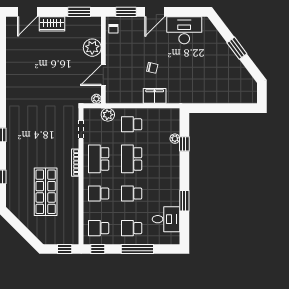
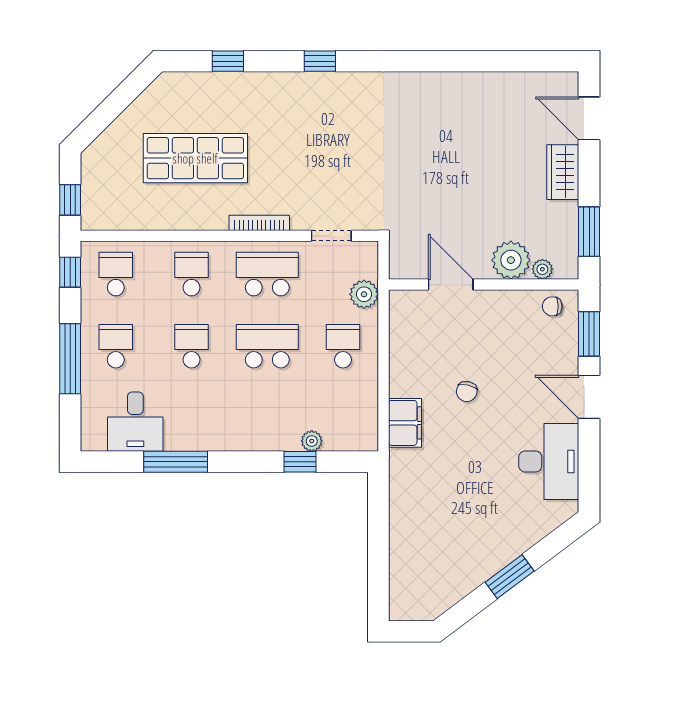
filing cabinet: (155, 96) -> (405, 423), moved
plant: (96, 99) -> (542, 269), moved
window: (184, 201) -> (176, 462), width x1.44

